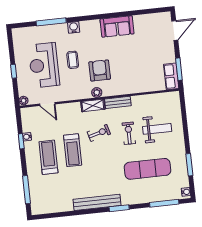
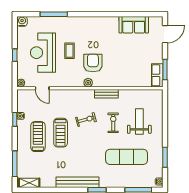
sofa: (117, 26) -> (134, 25), moved
water cooler: (74, 27) -> (22, 21), moved
shelving: (93, 105) -> (29, 183), moved
weight bench: (157, 129) -> (139, 122), turned -90

